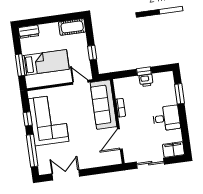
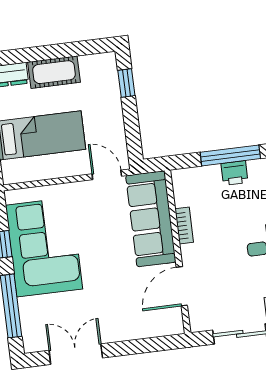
cot: (72, 27) -> (54, 72), moved
window: (92, 53) -> (126, 83), moved
window: (144, 71) -> (230, 155), width x2.17

